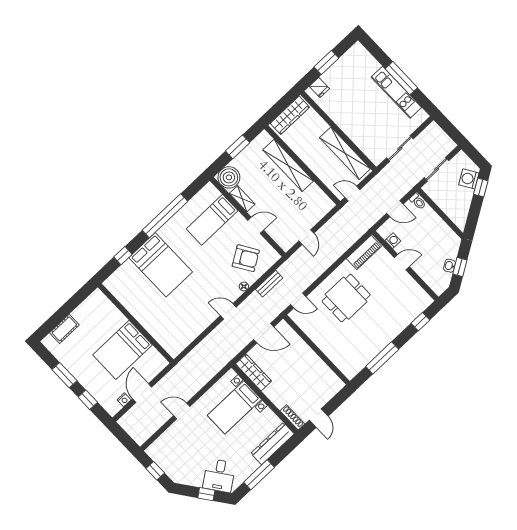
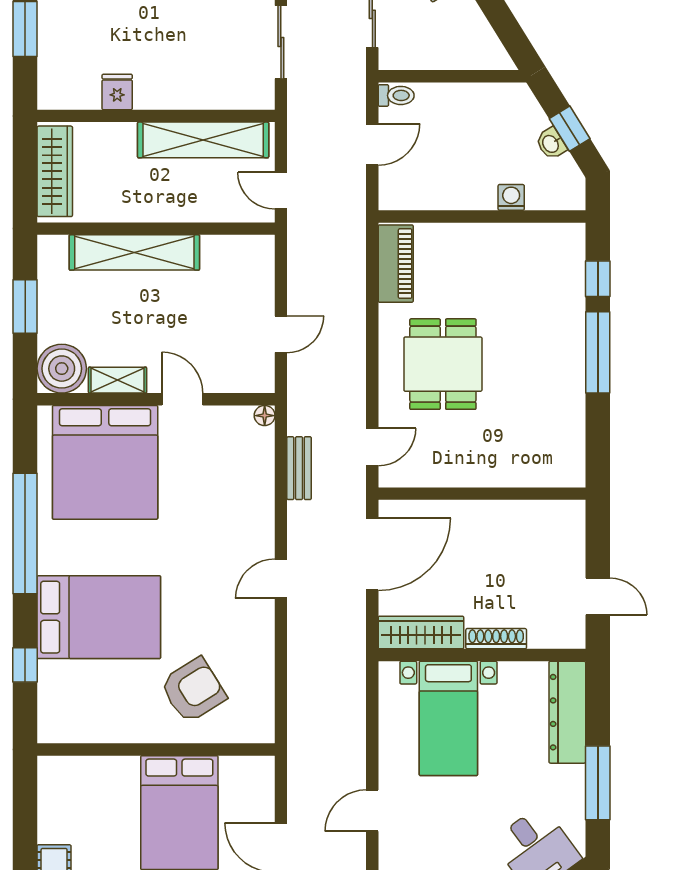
fridge: (319, 87) -> (117, 92), moved, turned -90
door: (352, 193) -> (281, 191), hinge flipped
bed: (212, 220) -> (105, 462), width x2.04
door: (256, 225) -> (182, 399), hinge flipped
door: (306, 237) -> (281, 334), hinge flipped
washing machine: (393, 241) -> (511, 197), moved
armchair: (246, 258) -> (193, 690), moved
door: (402, 262) -> (471, 216), removed
floor lamp: (244, 286) -> (265, 416), moved
door: (264, 333) -> (372, 554), width x1.36
window: (382, 358) -> (598, 352), moved
shoe rack: (292, 417) -> (496, 639), moved

